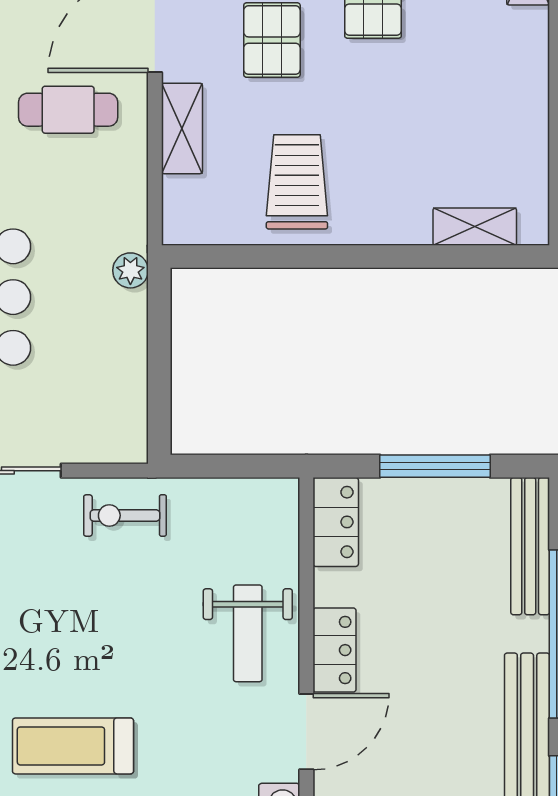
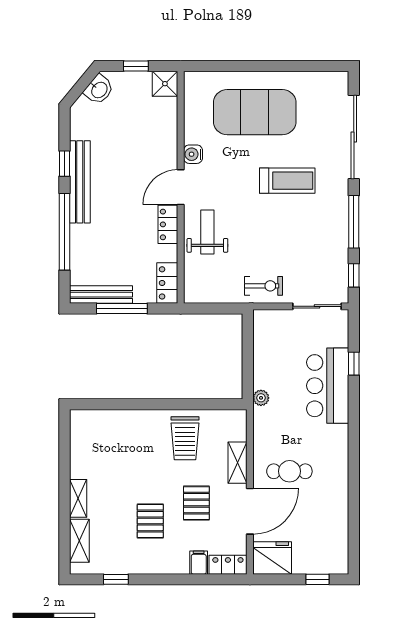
shelving: (475, 227) -> (78, 498), moved, turned 90
bench: (530, 546) -> (101, 295), moved, turned 90

